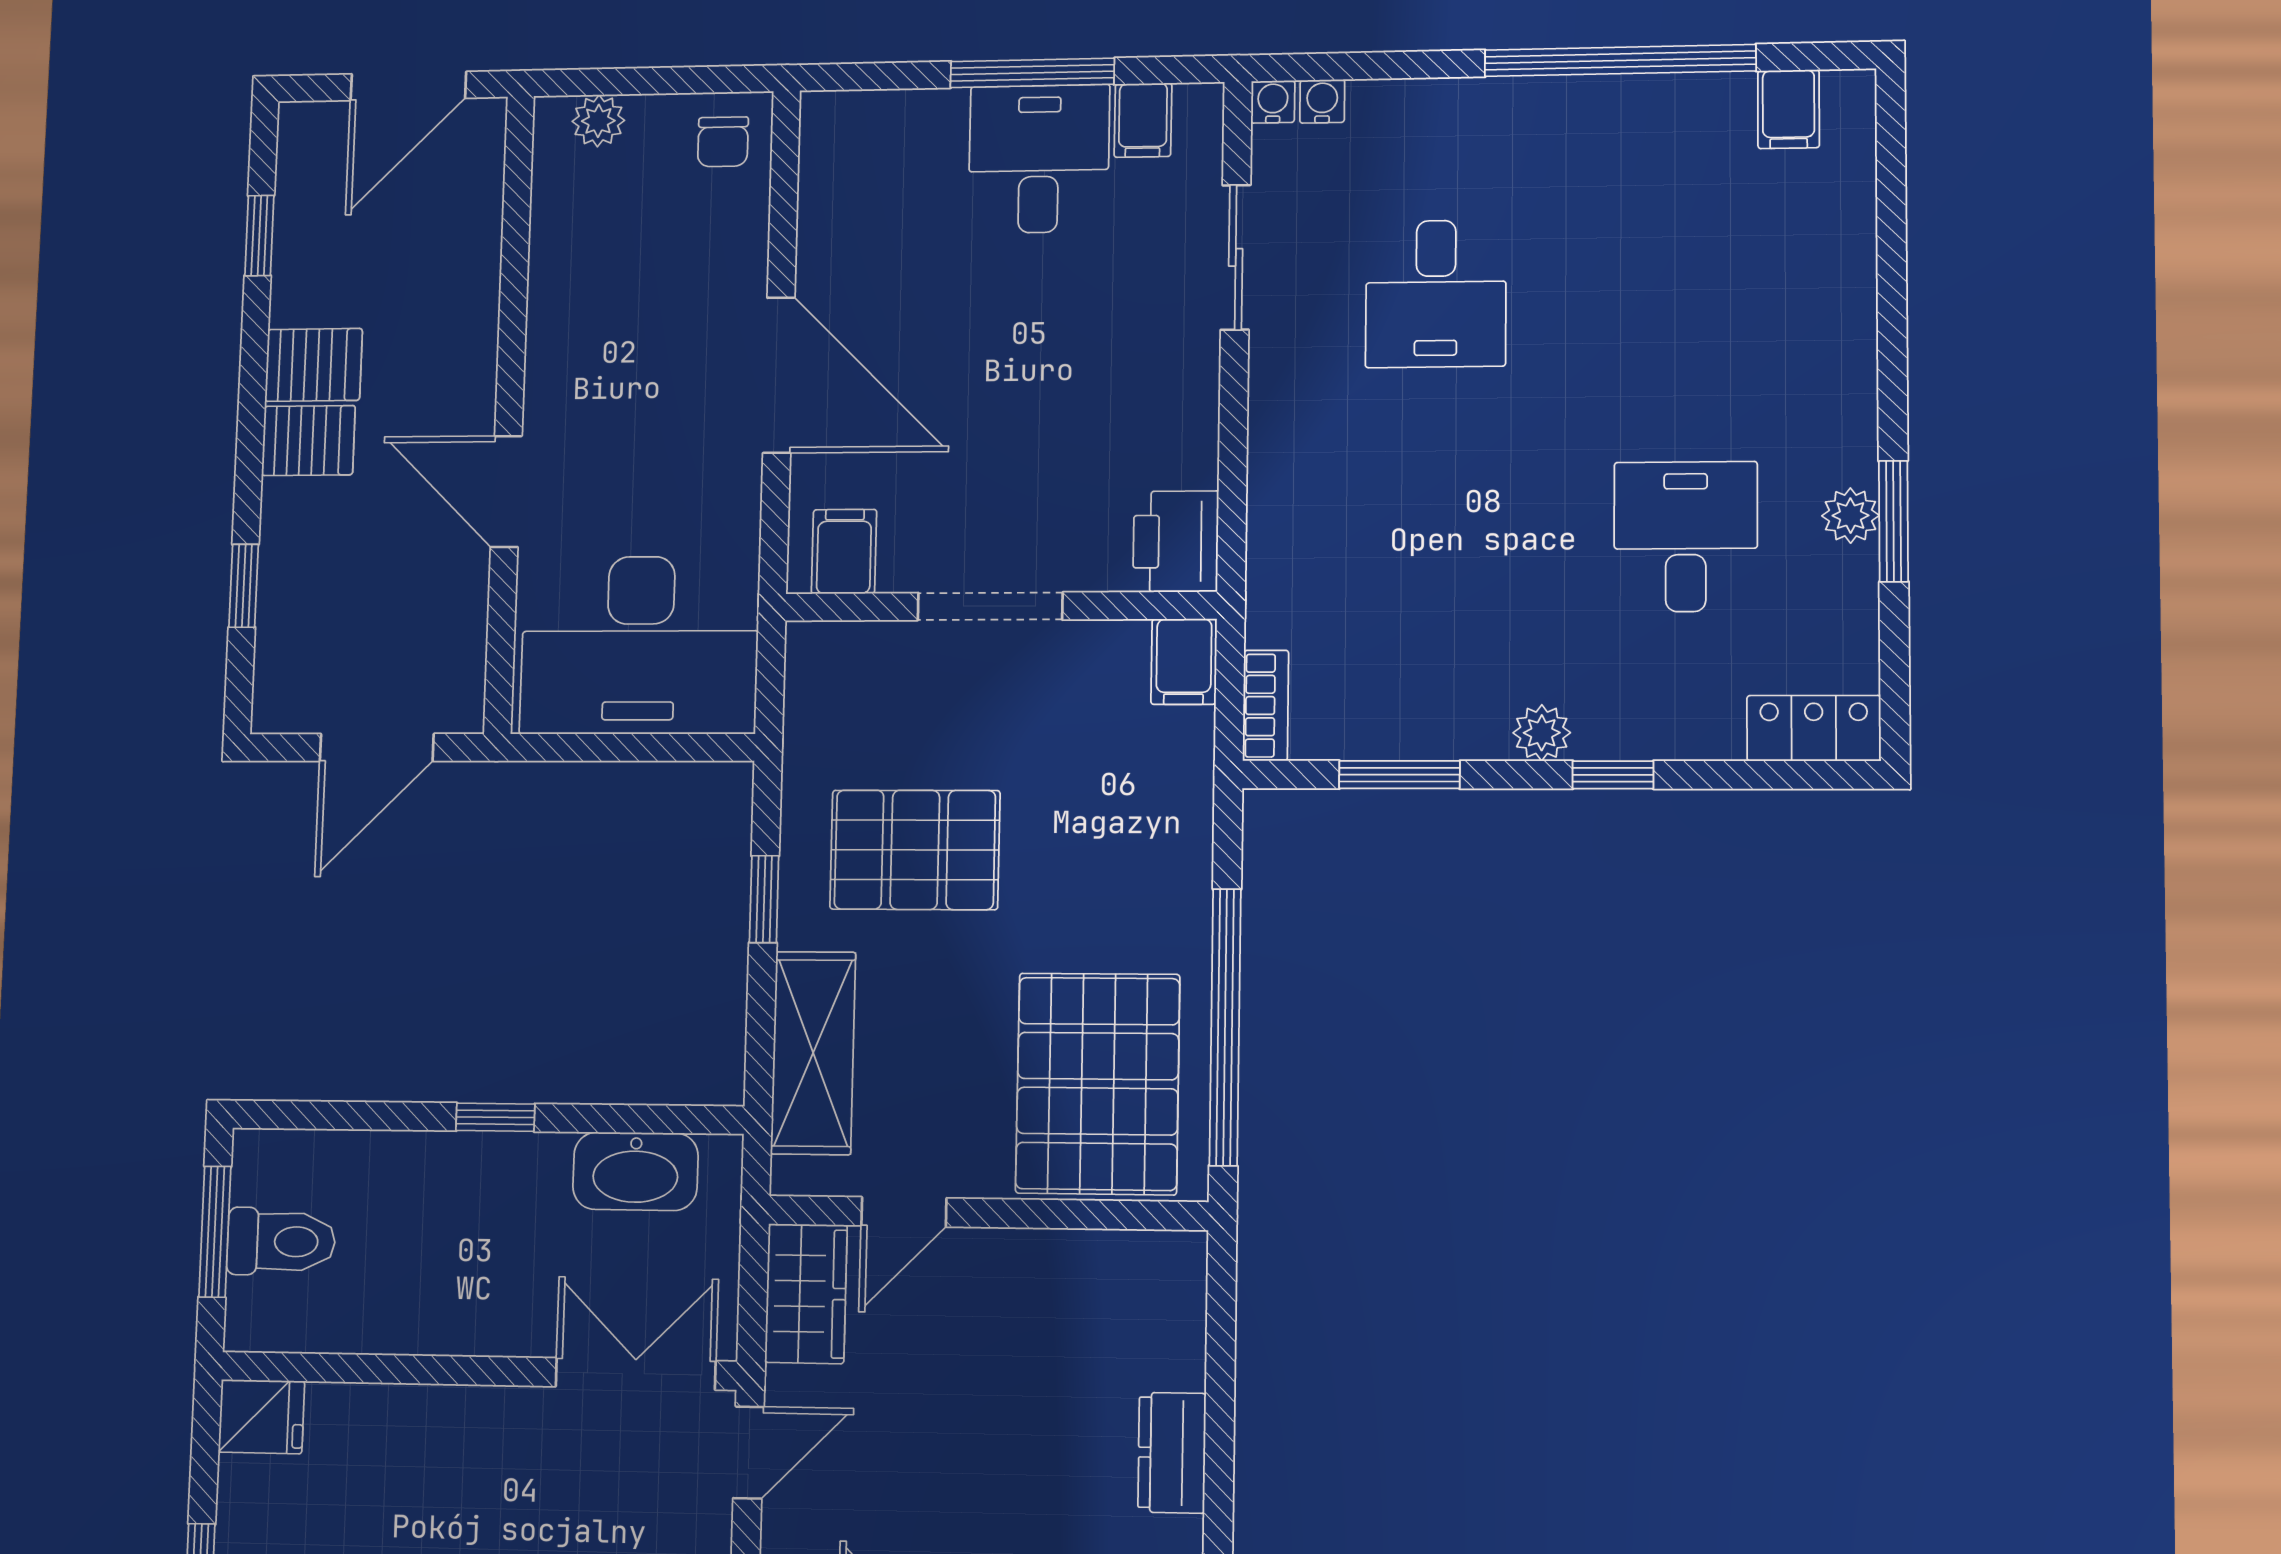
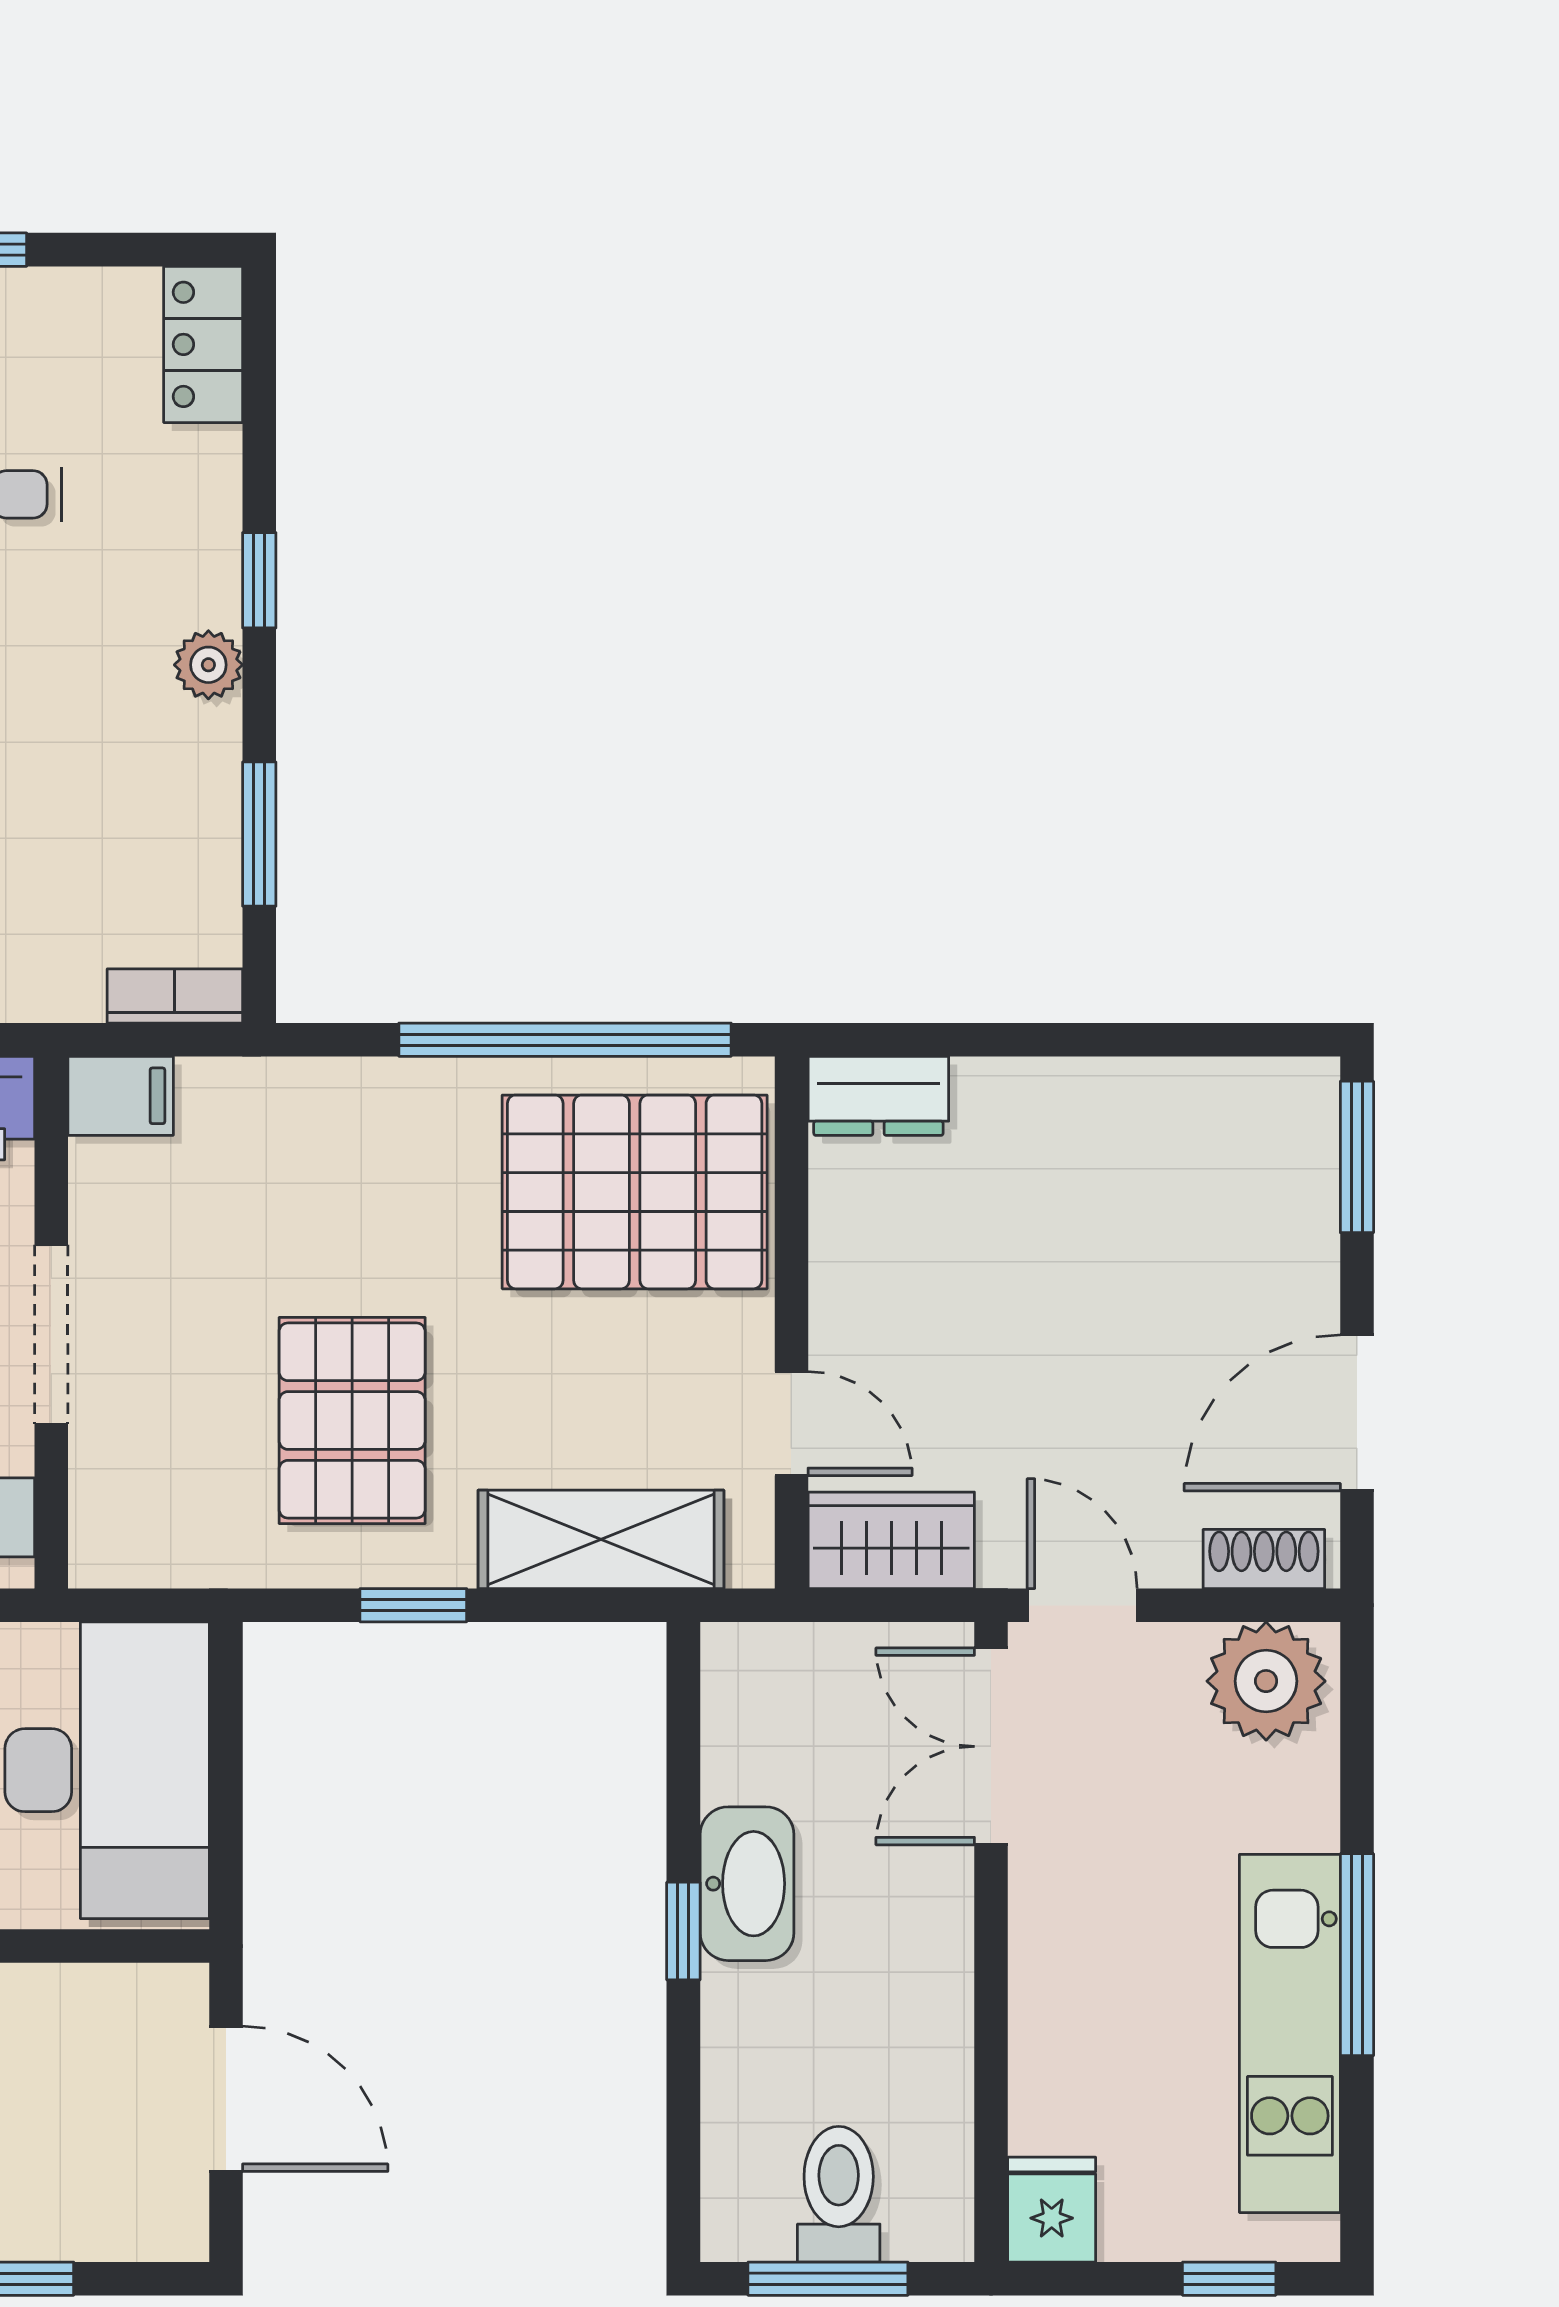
washbasin: (635, 1171) -> (747, 1884), moved
dresser: (1172, 1453) -> (878, 1096), moved

